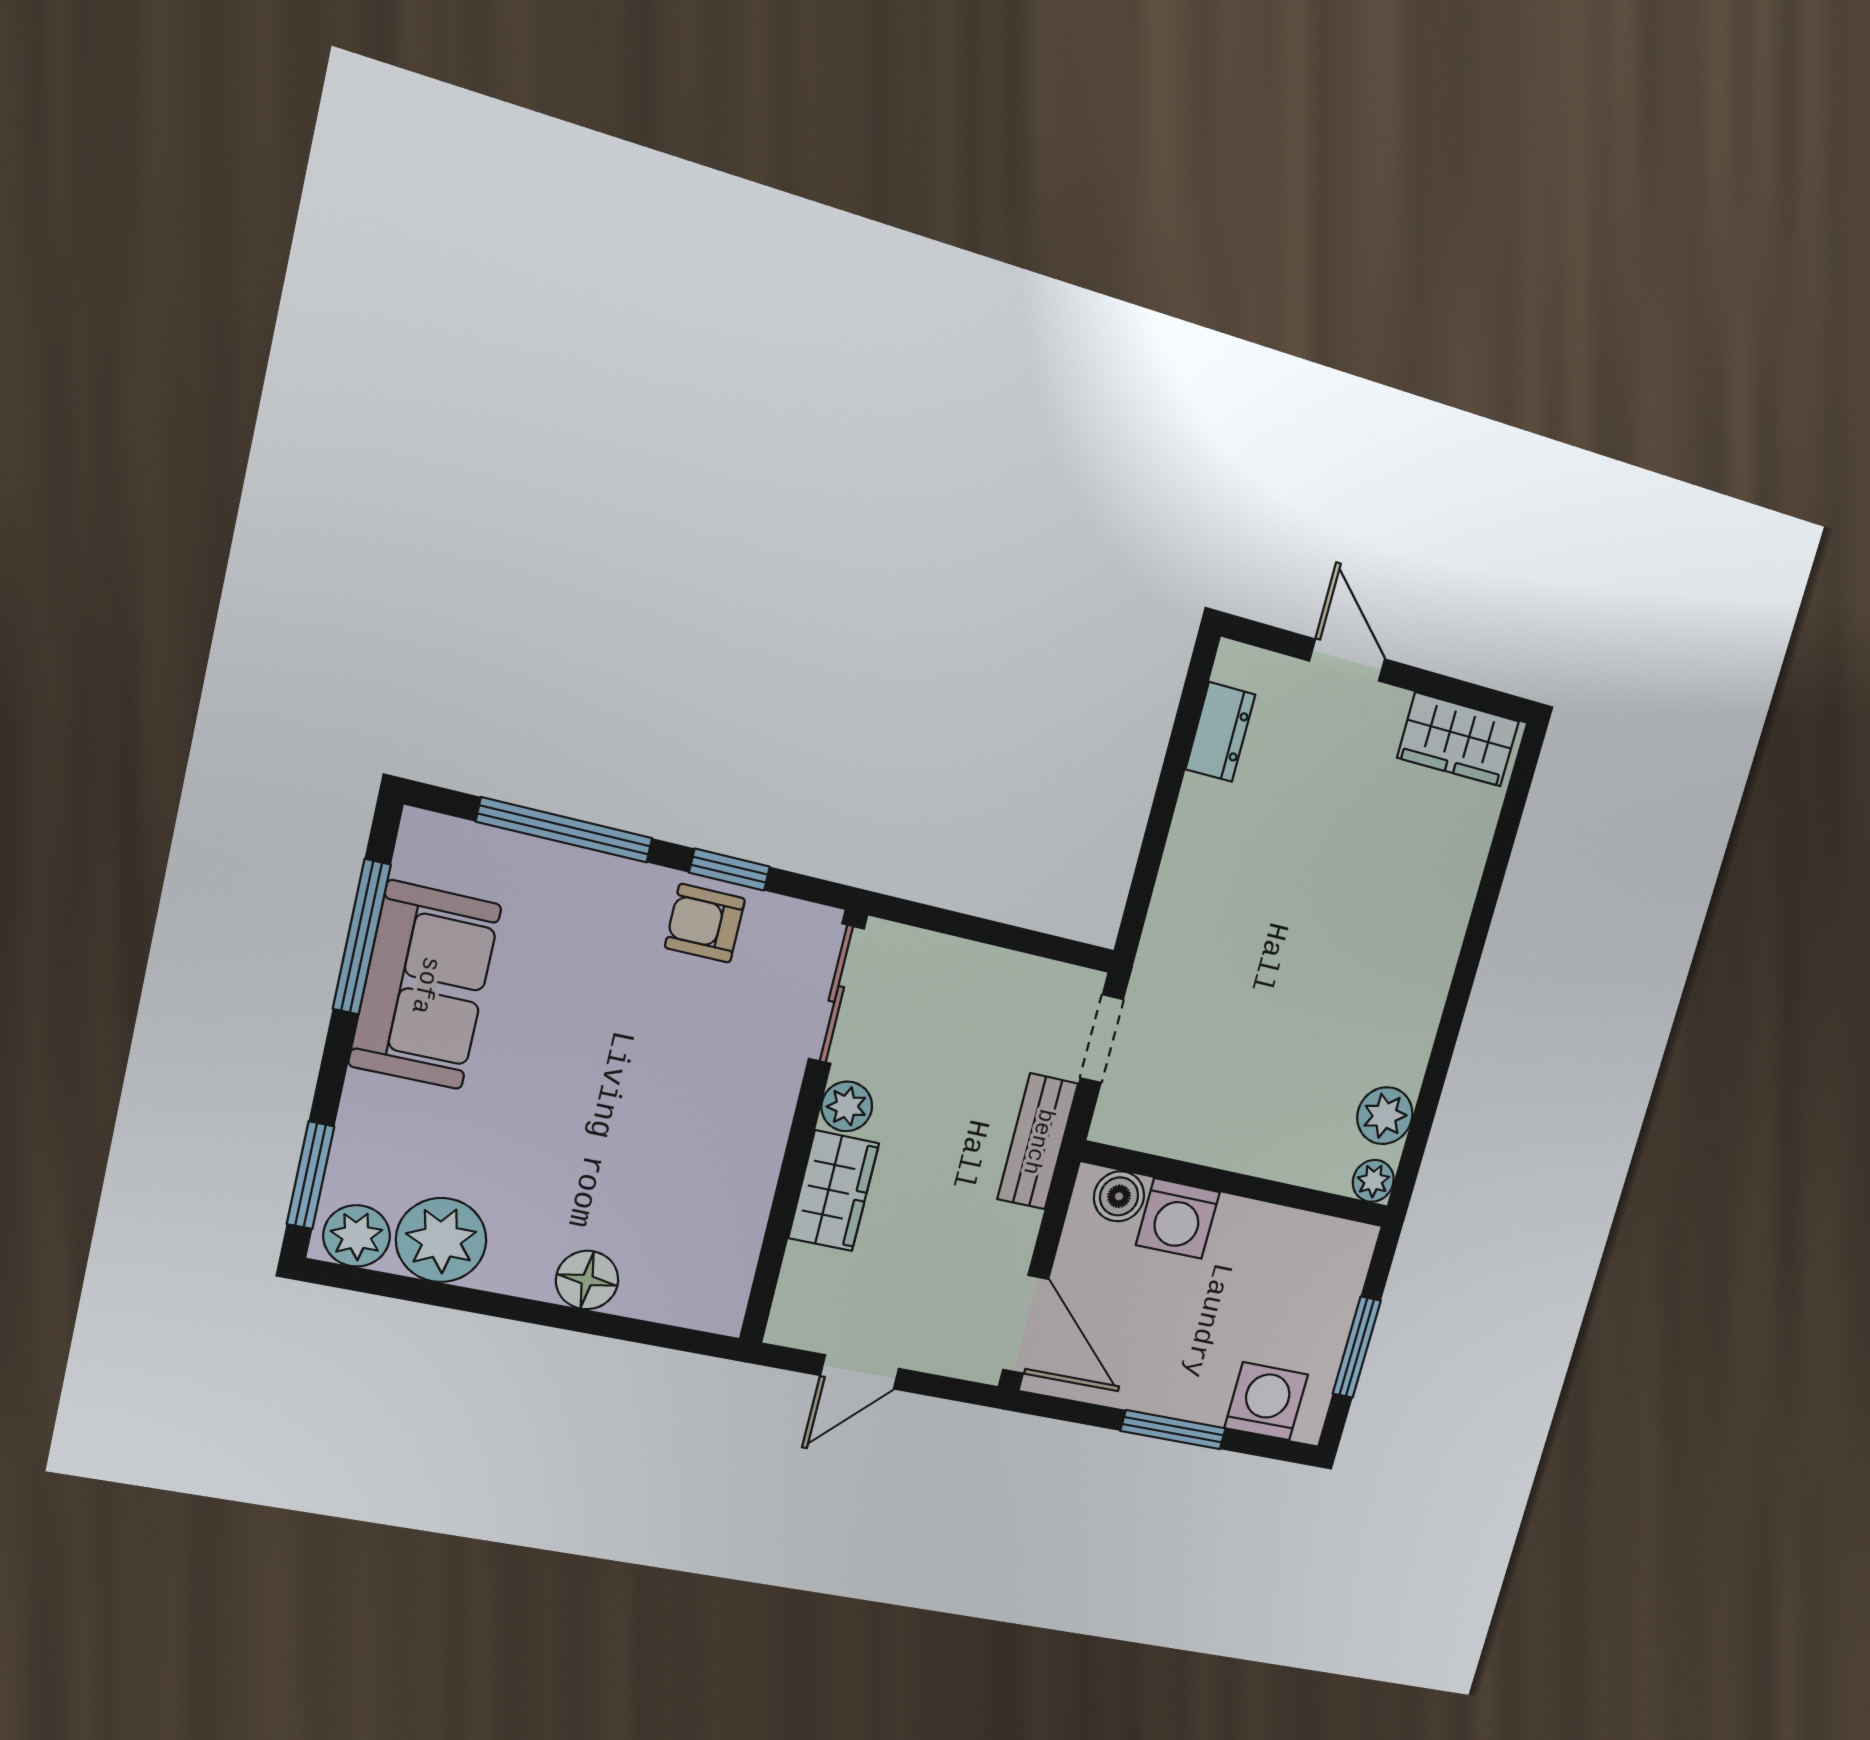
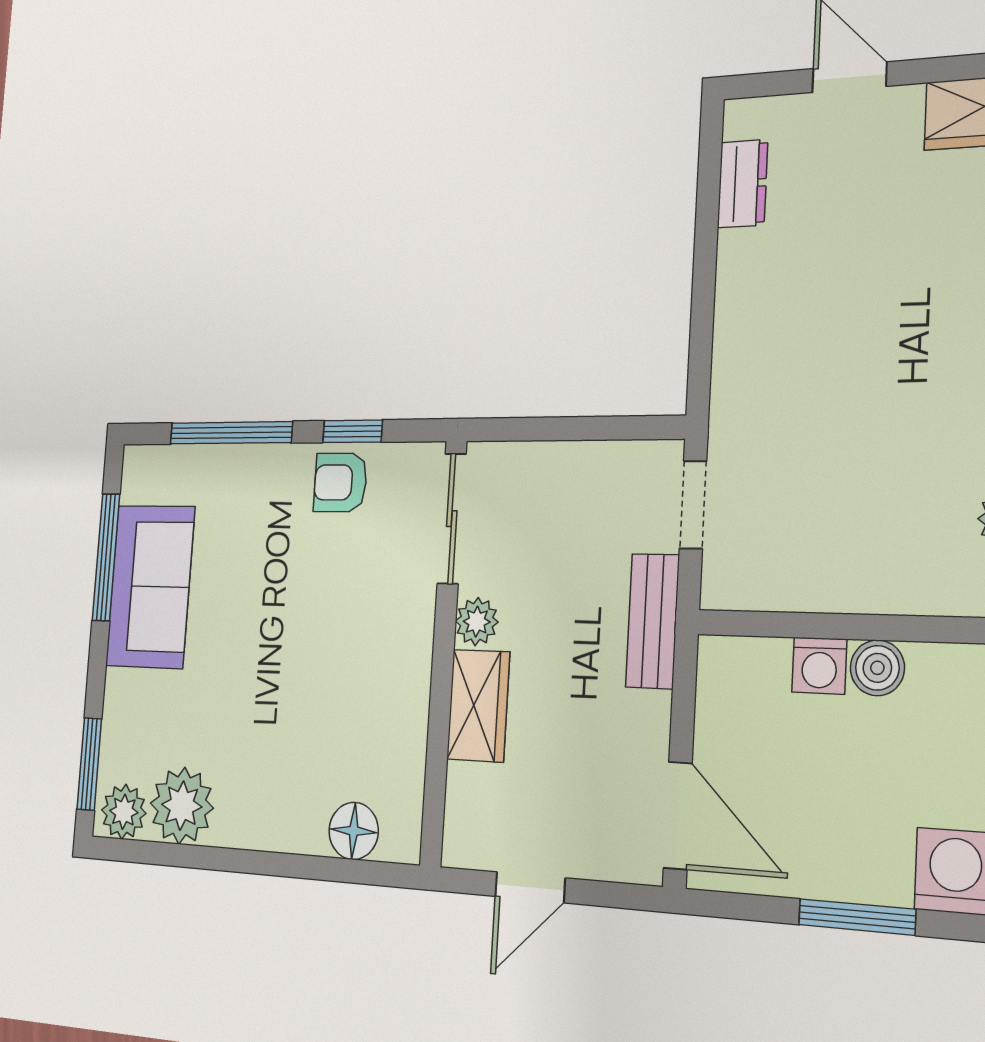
boiler: (1119, 1196) -> (877, 668), moved
washing machine: (1178, 1219) -> (819, 666), width x0.73, depth x0.73
floor lamp: (587, 1280) -> (354, 831), moved

